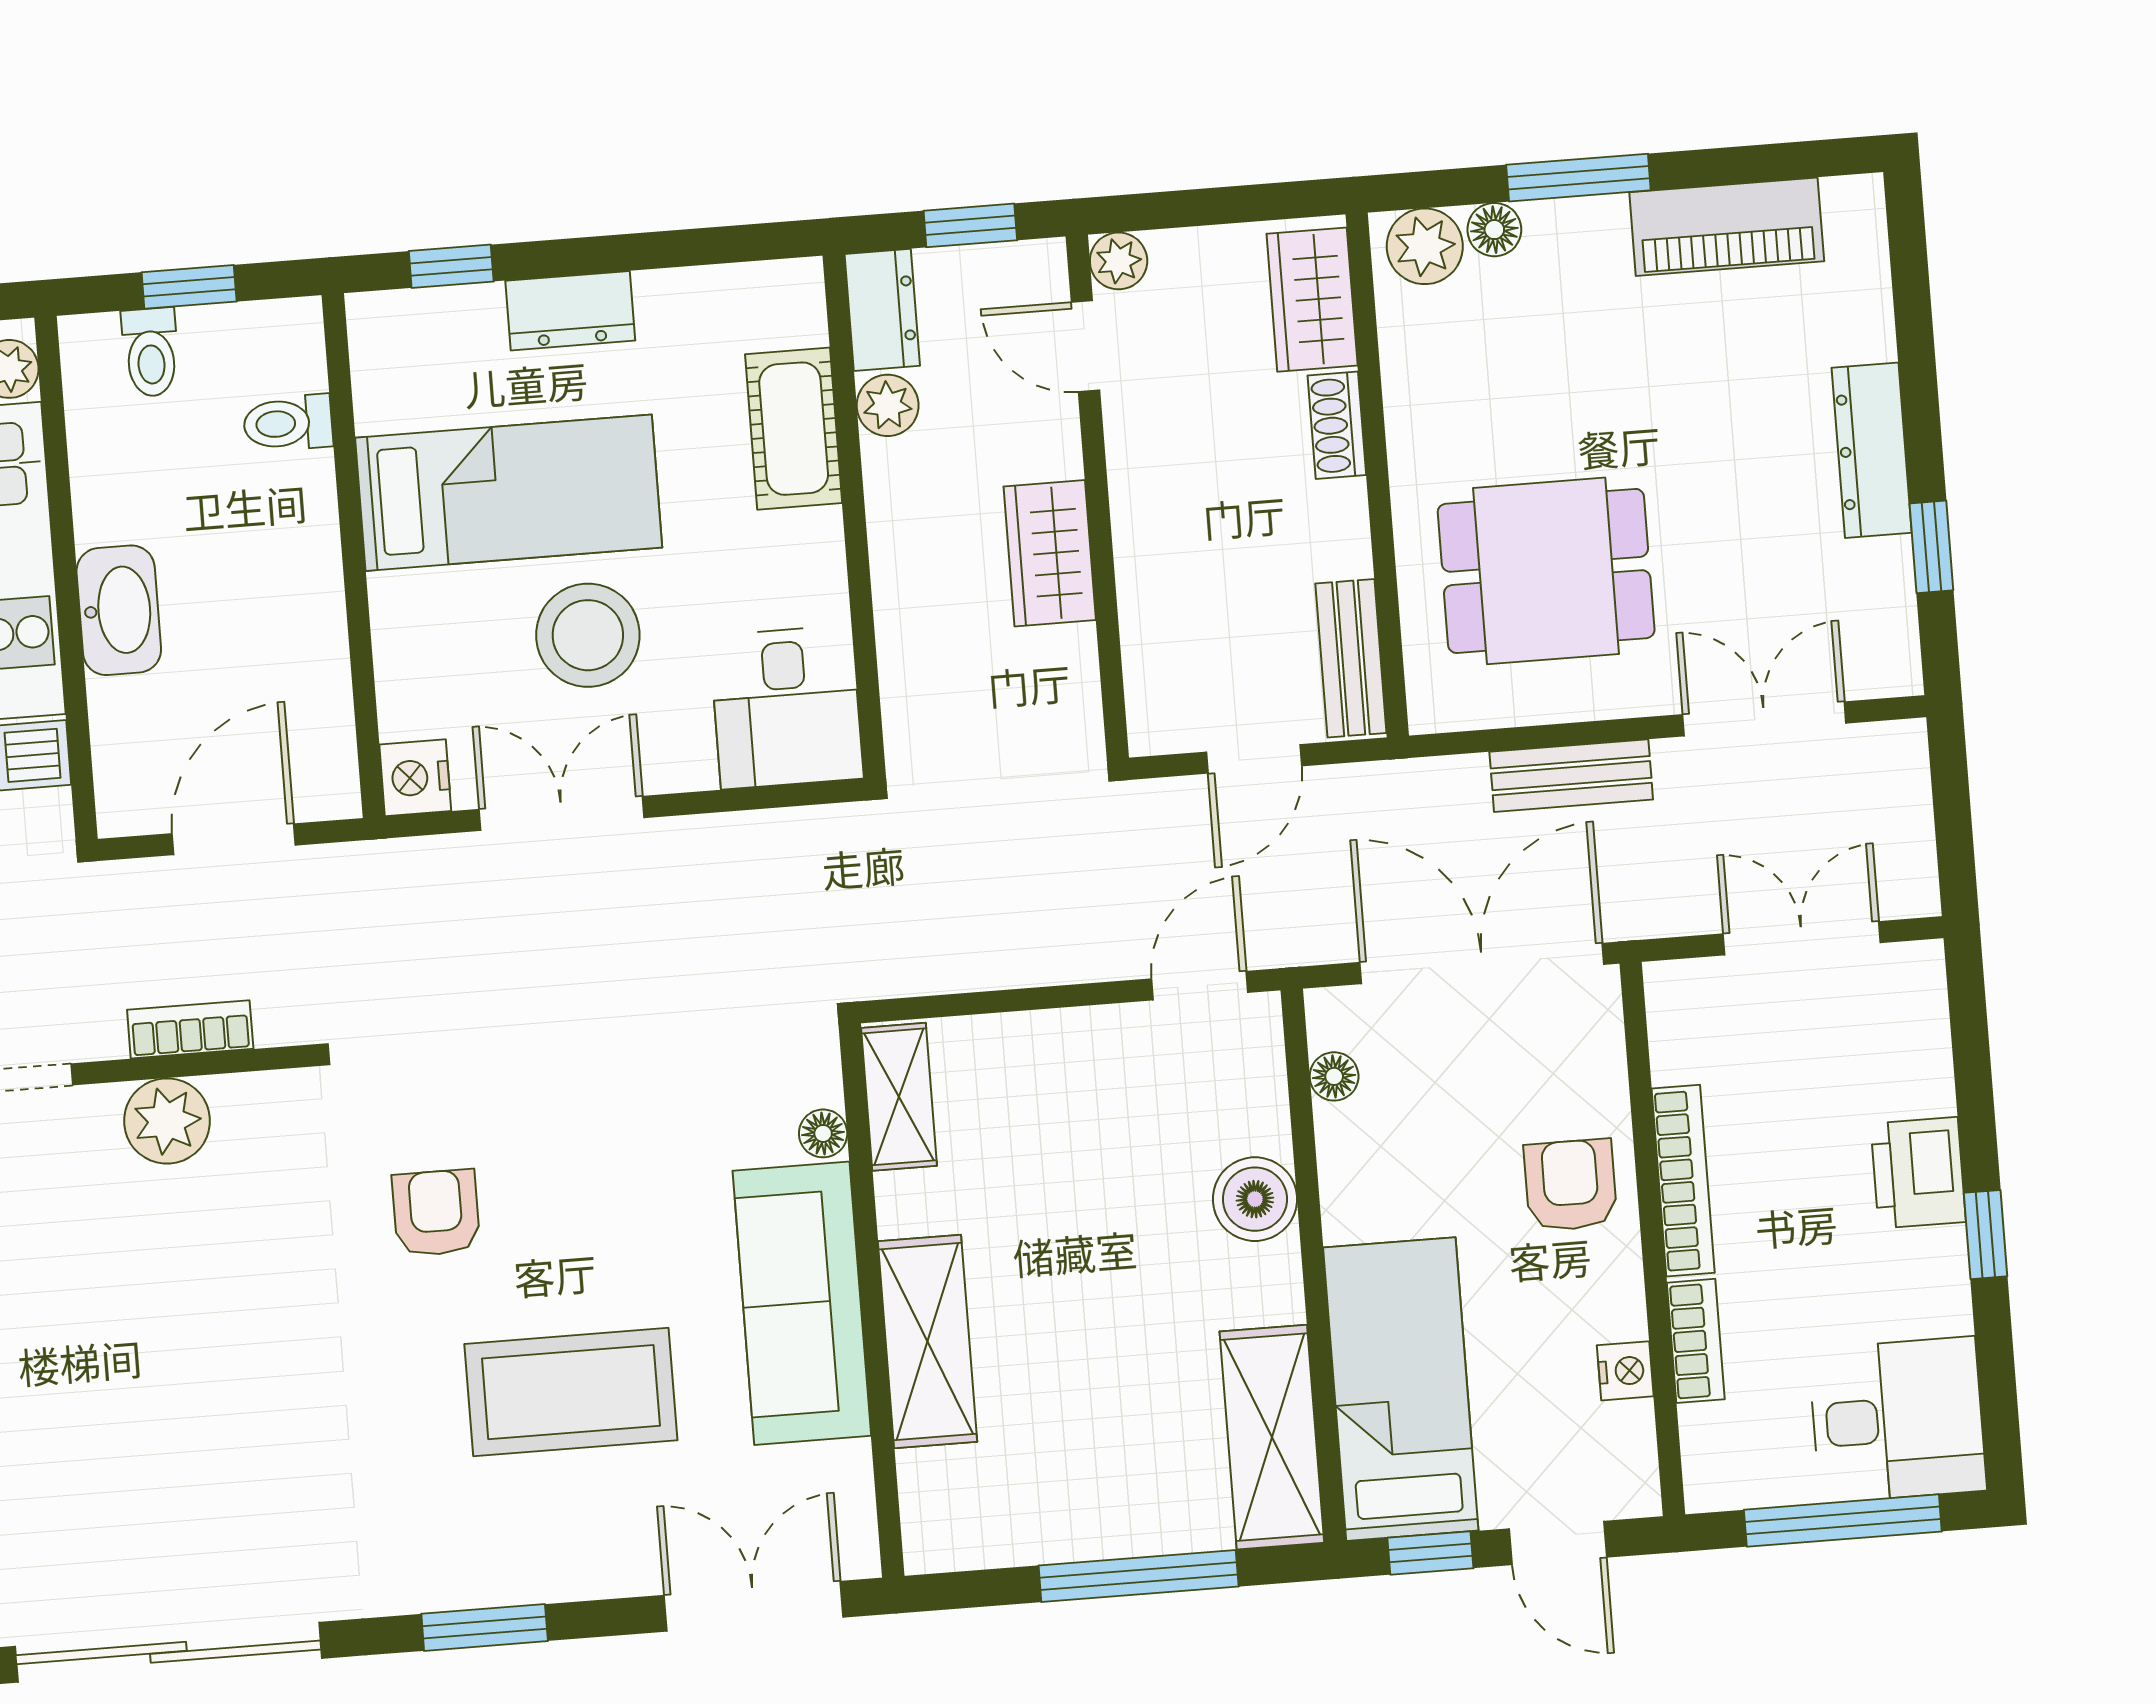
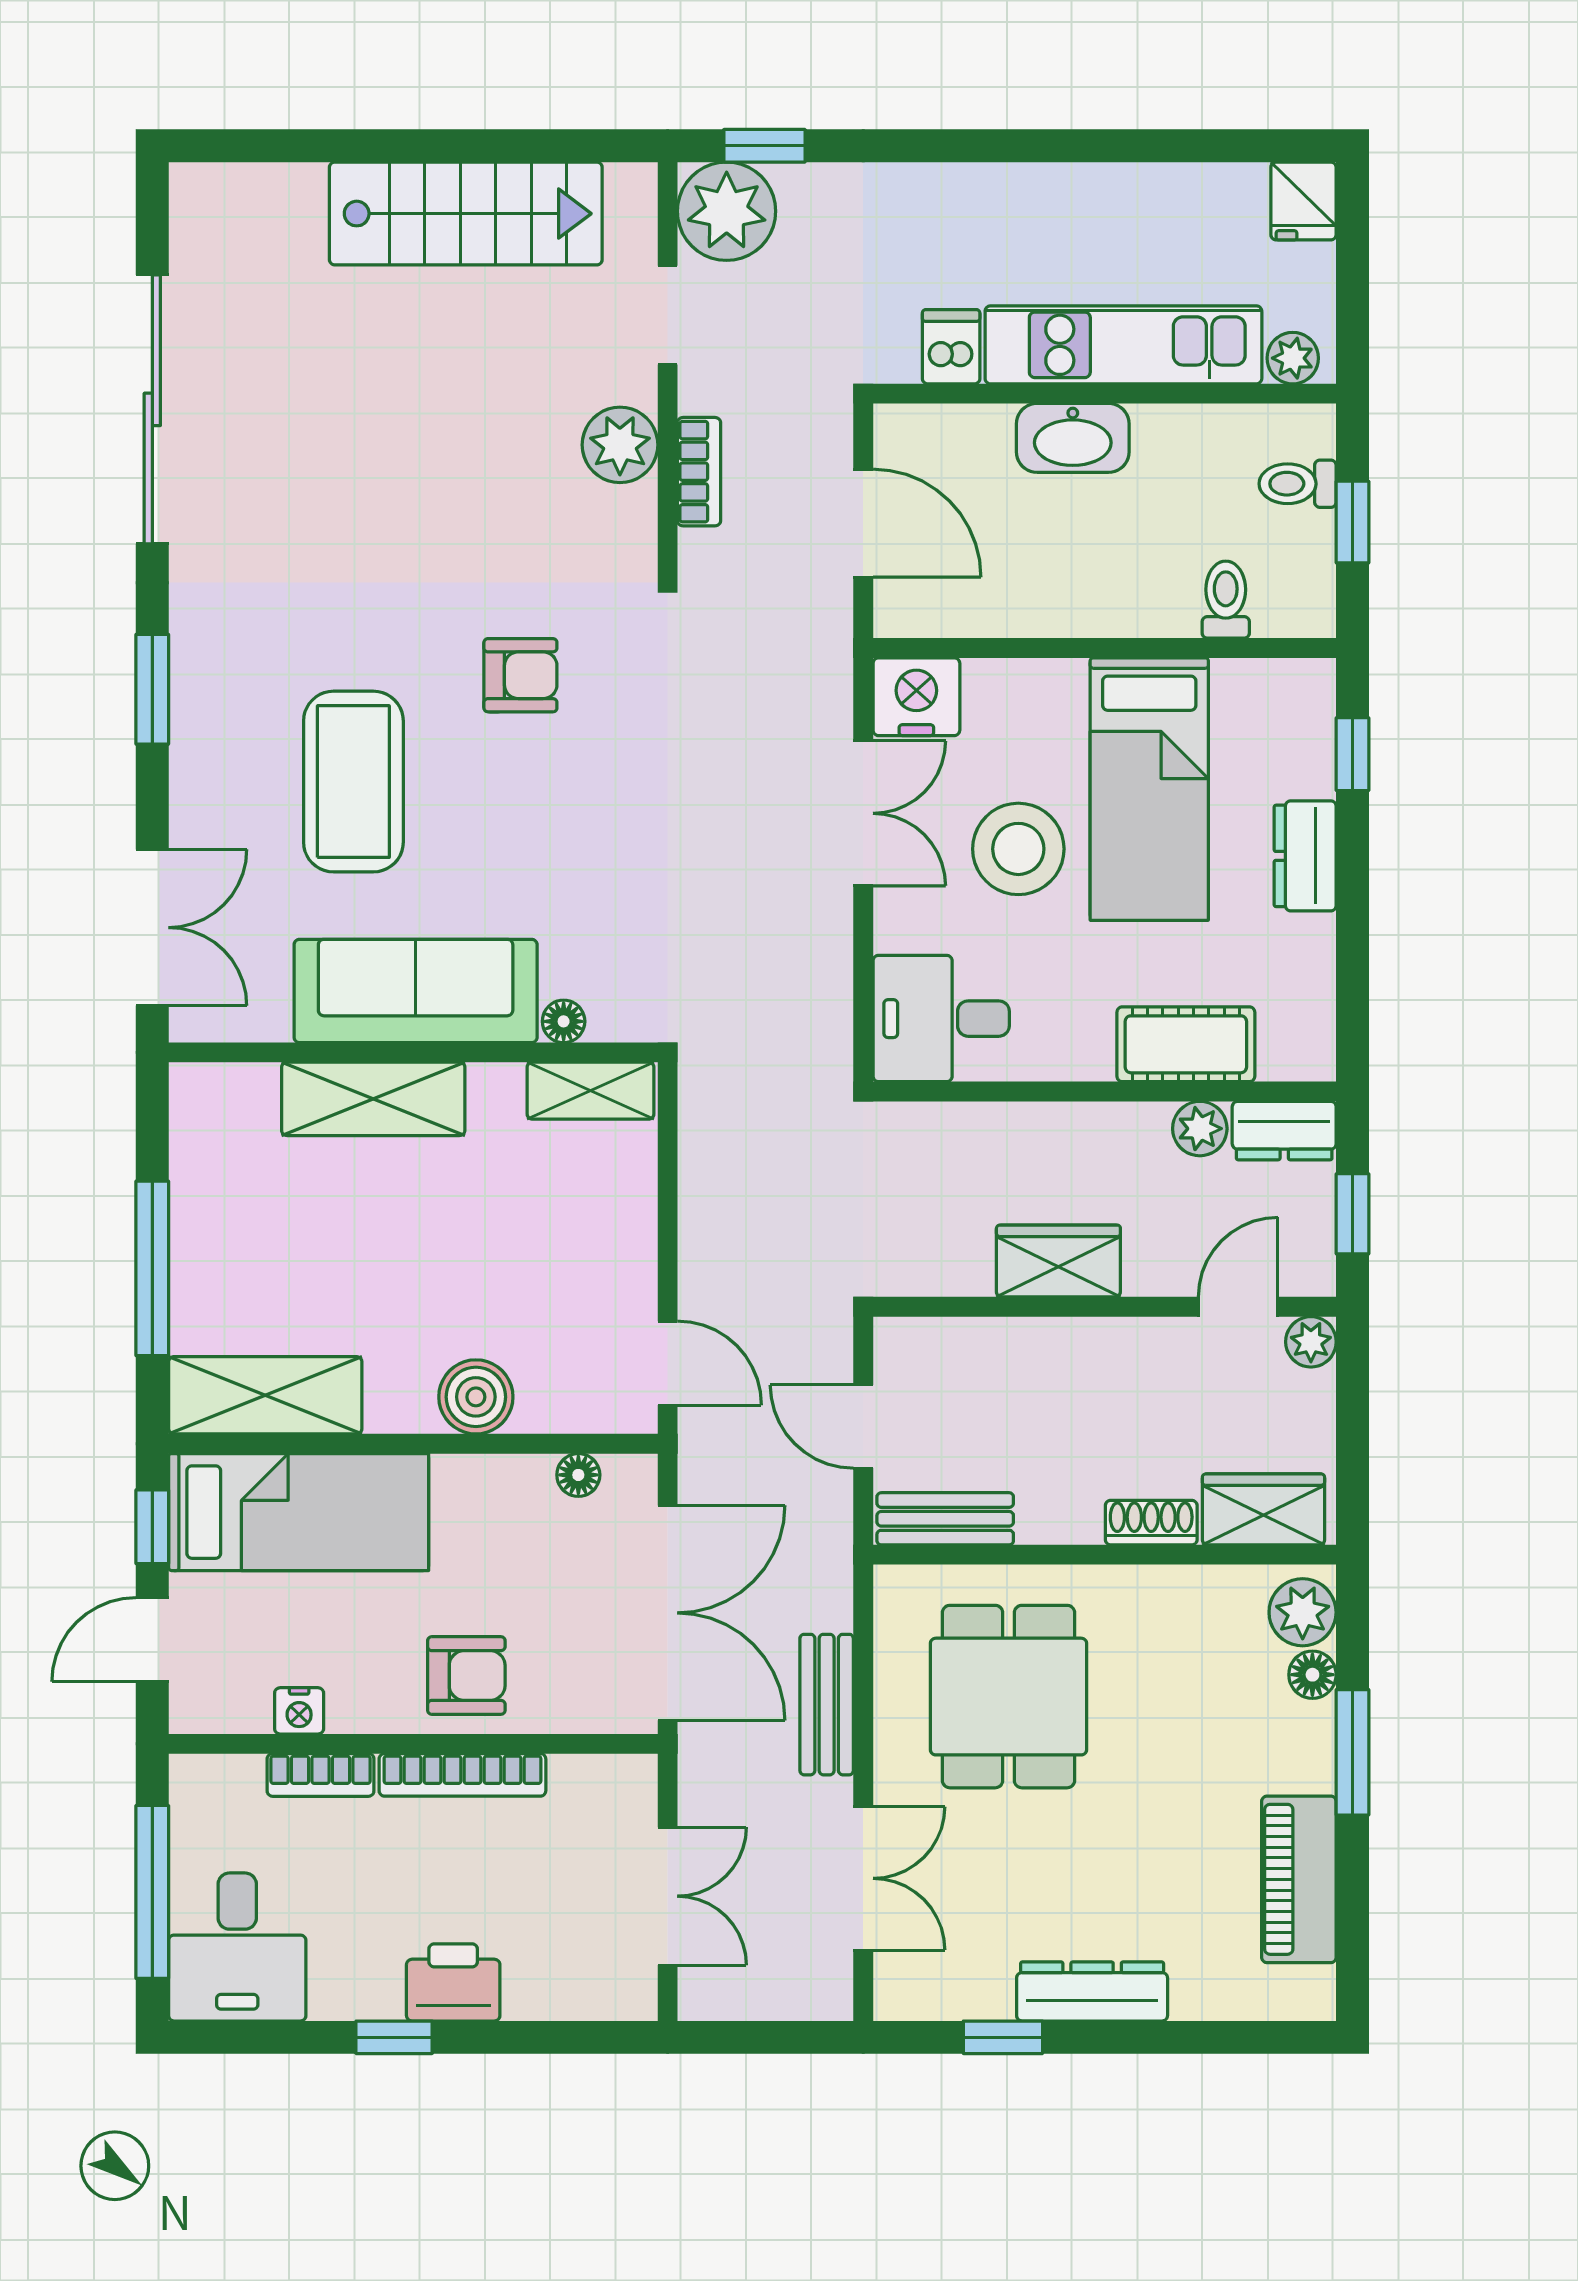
nightstand: (415, 778) -> (916, 697), width x1.36, depth x1.33

